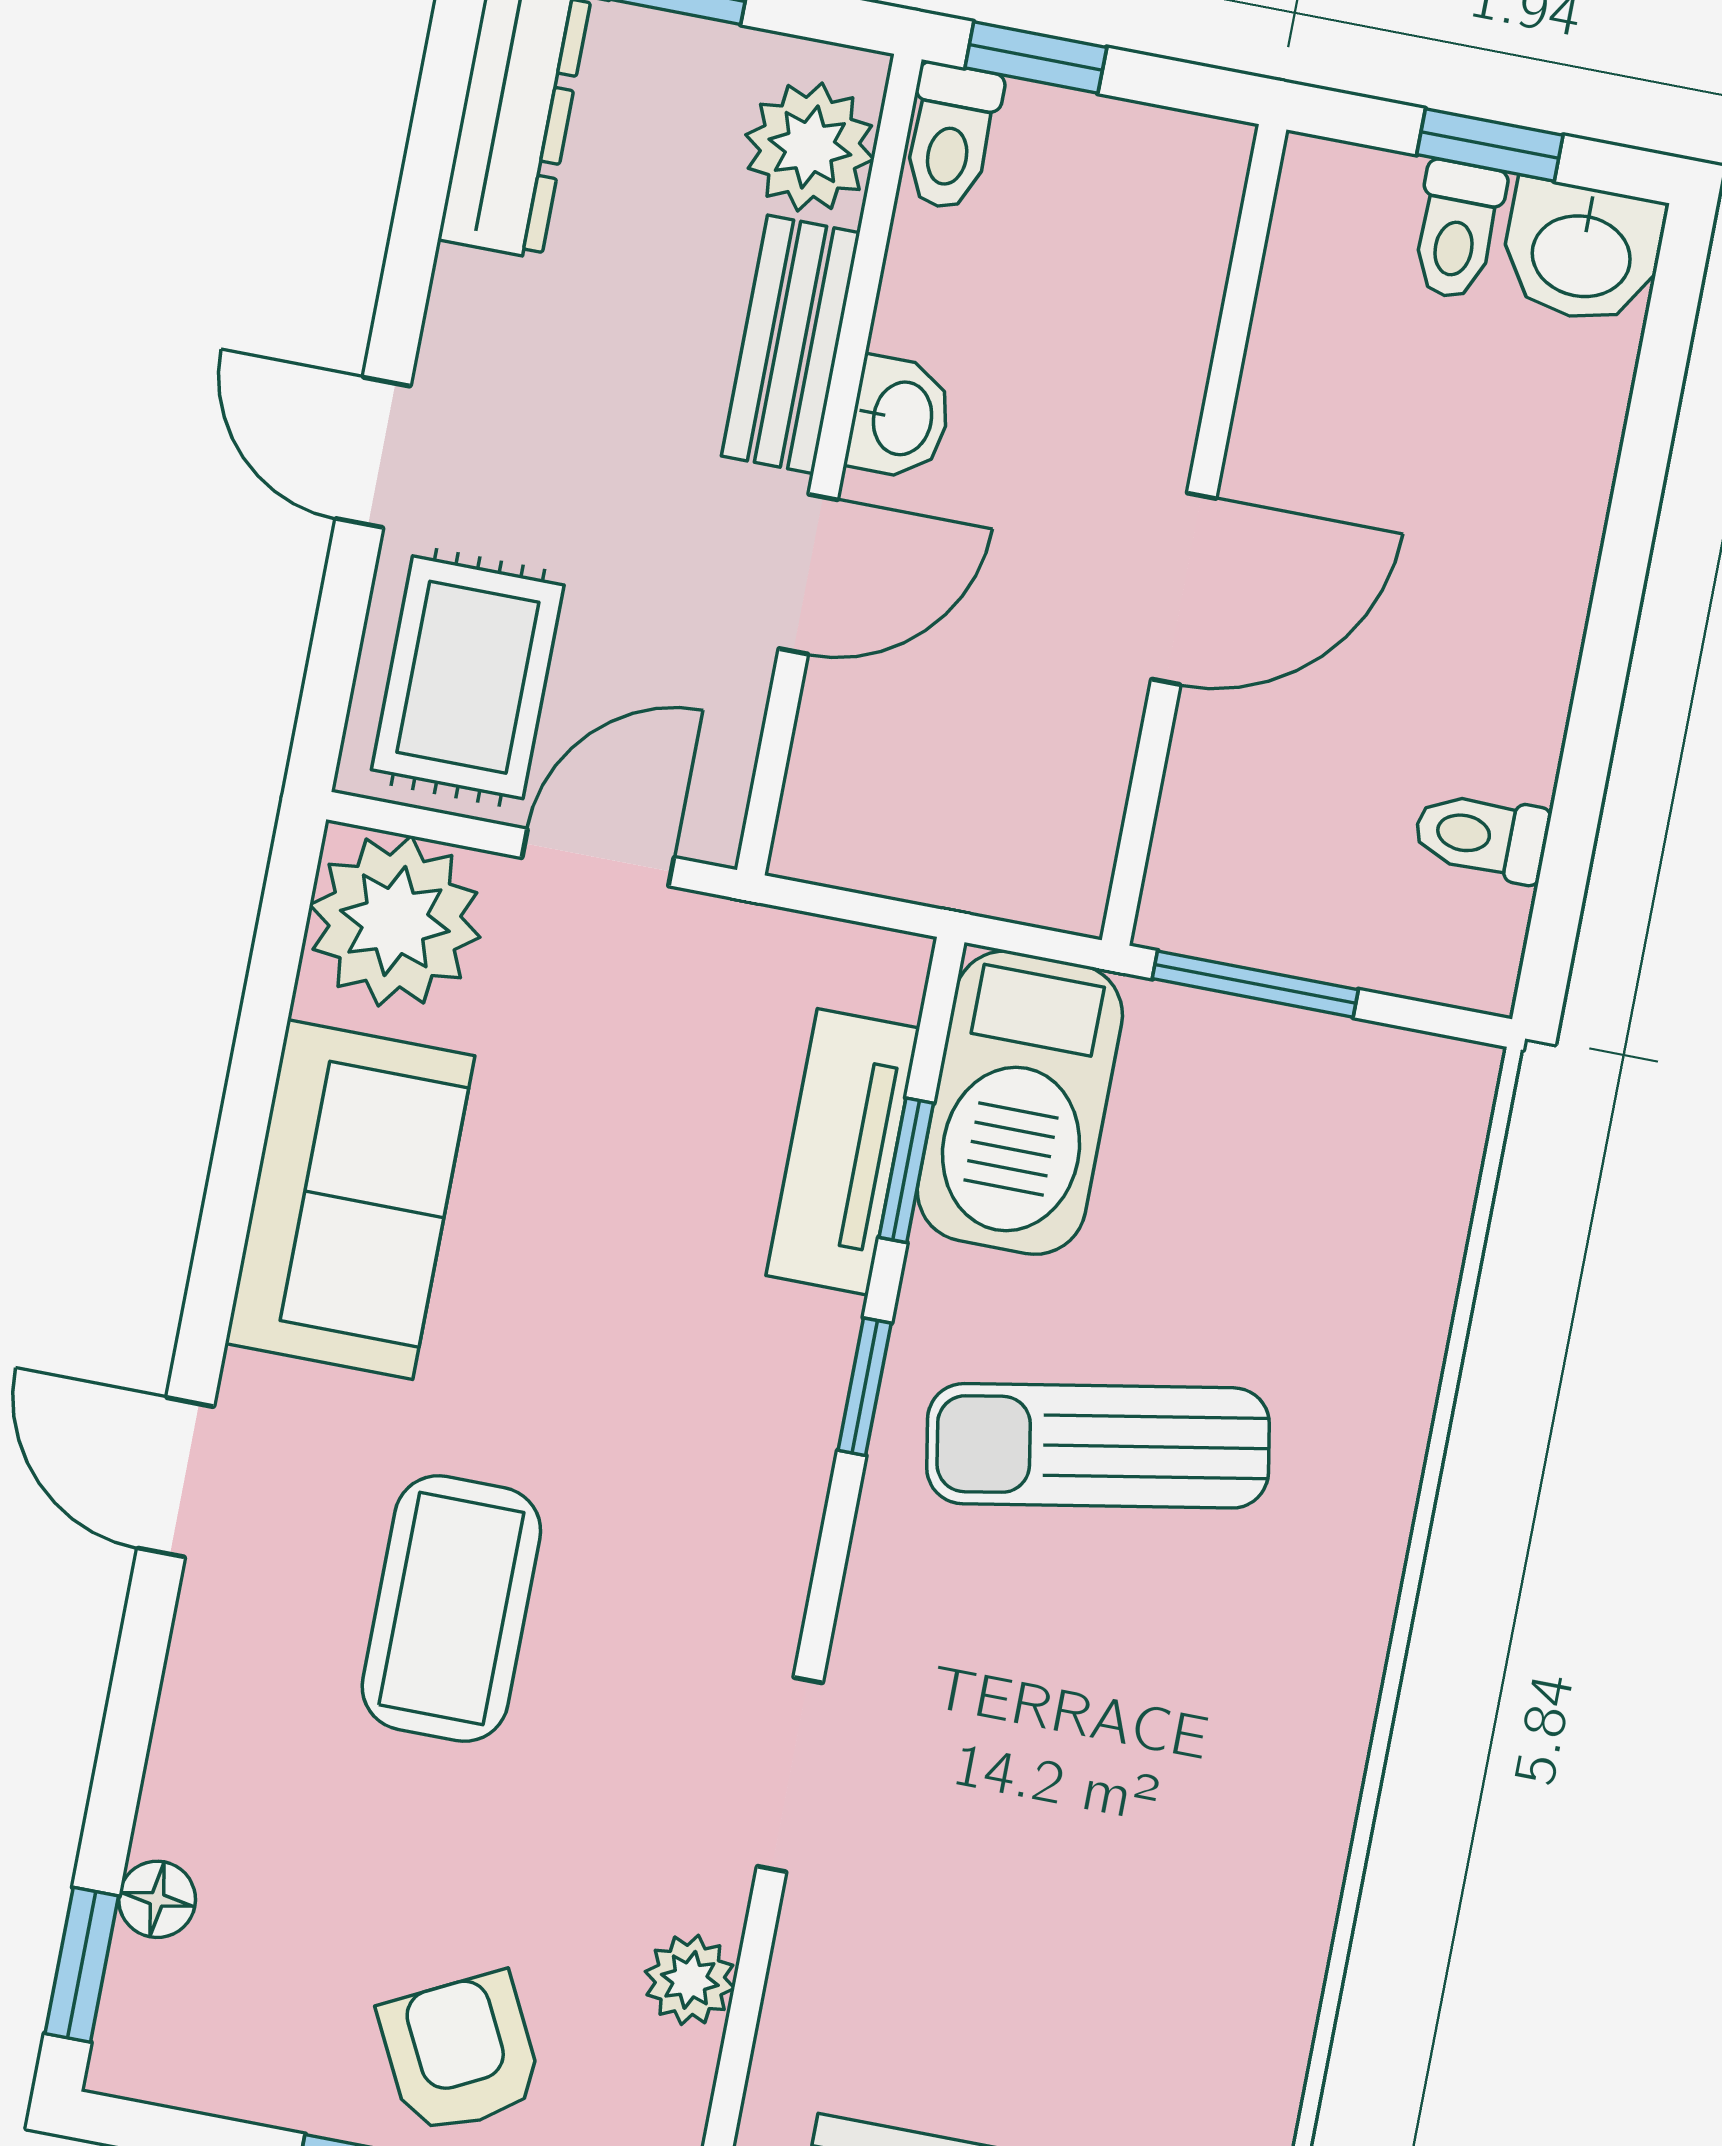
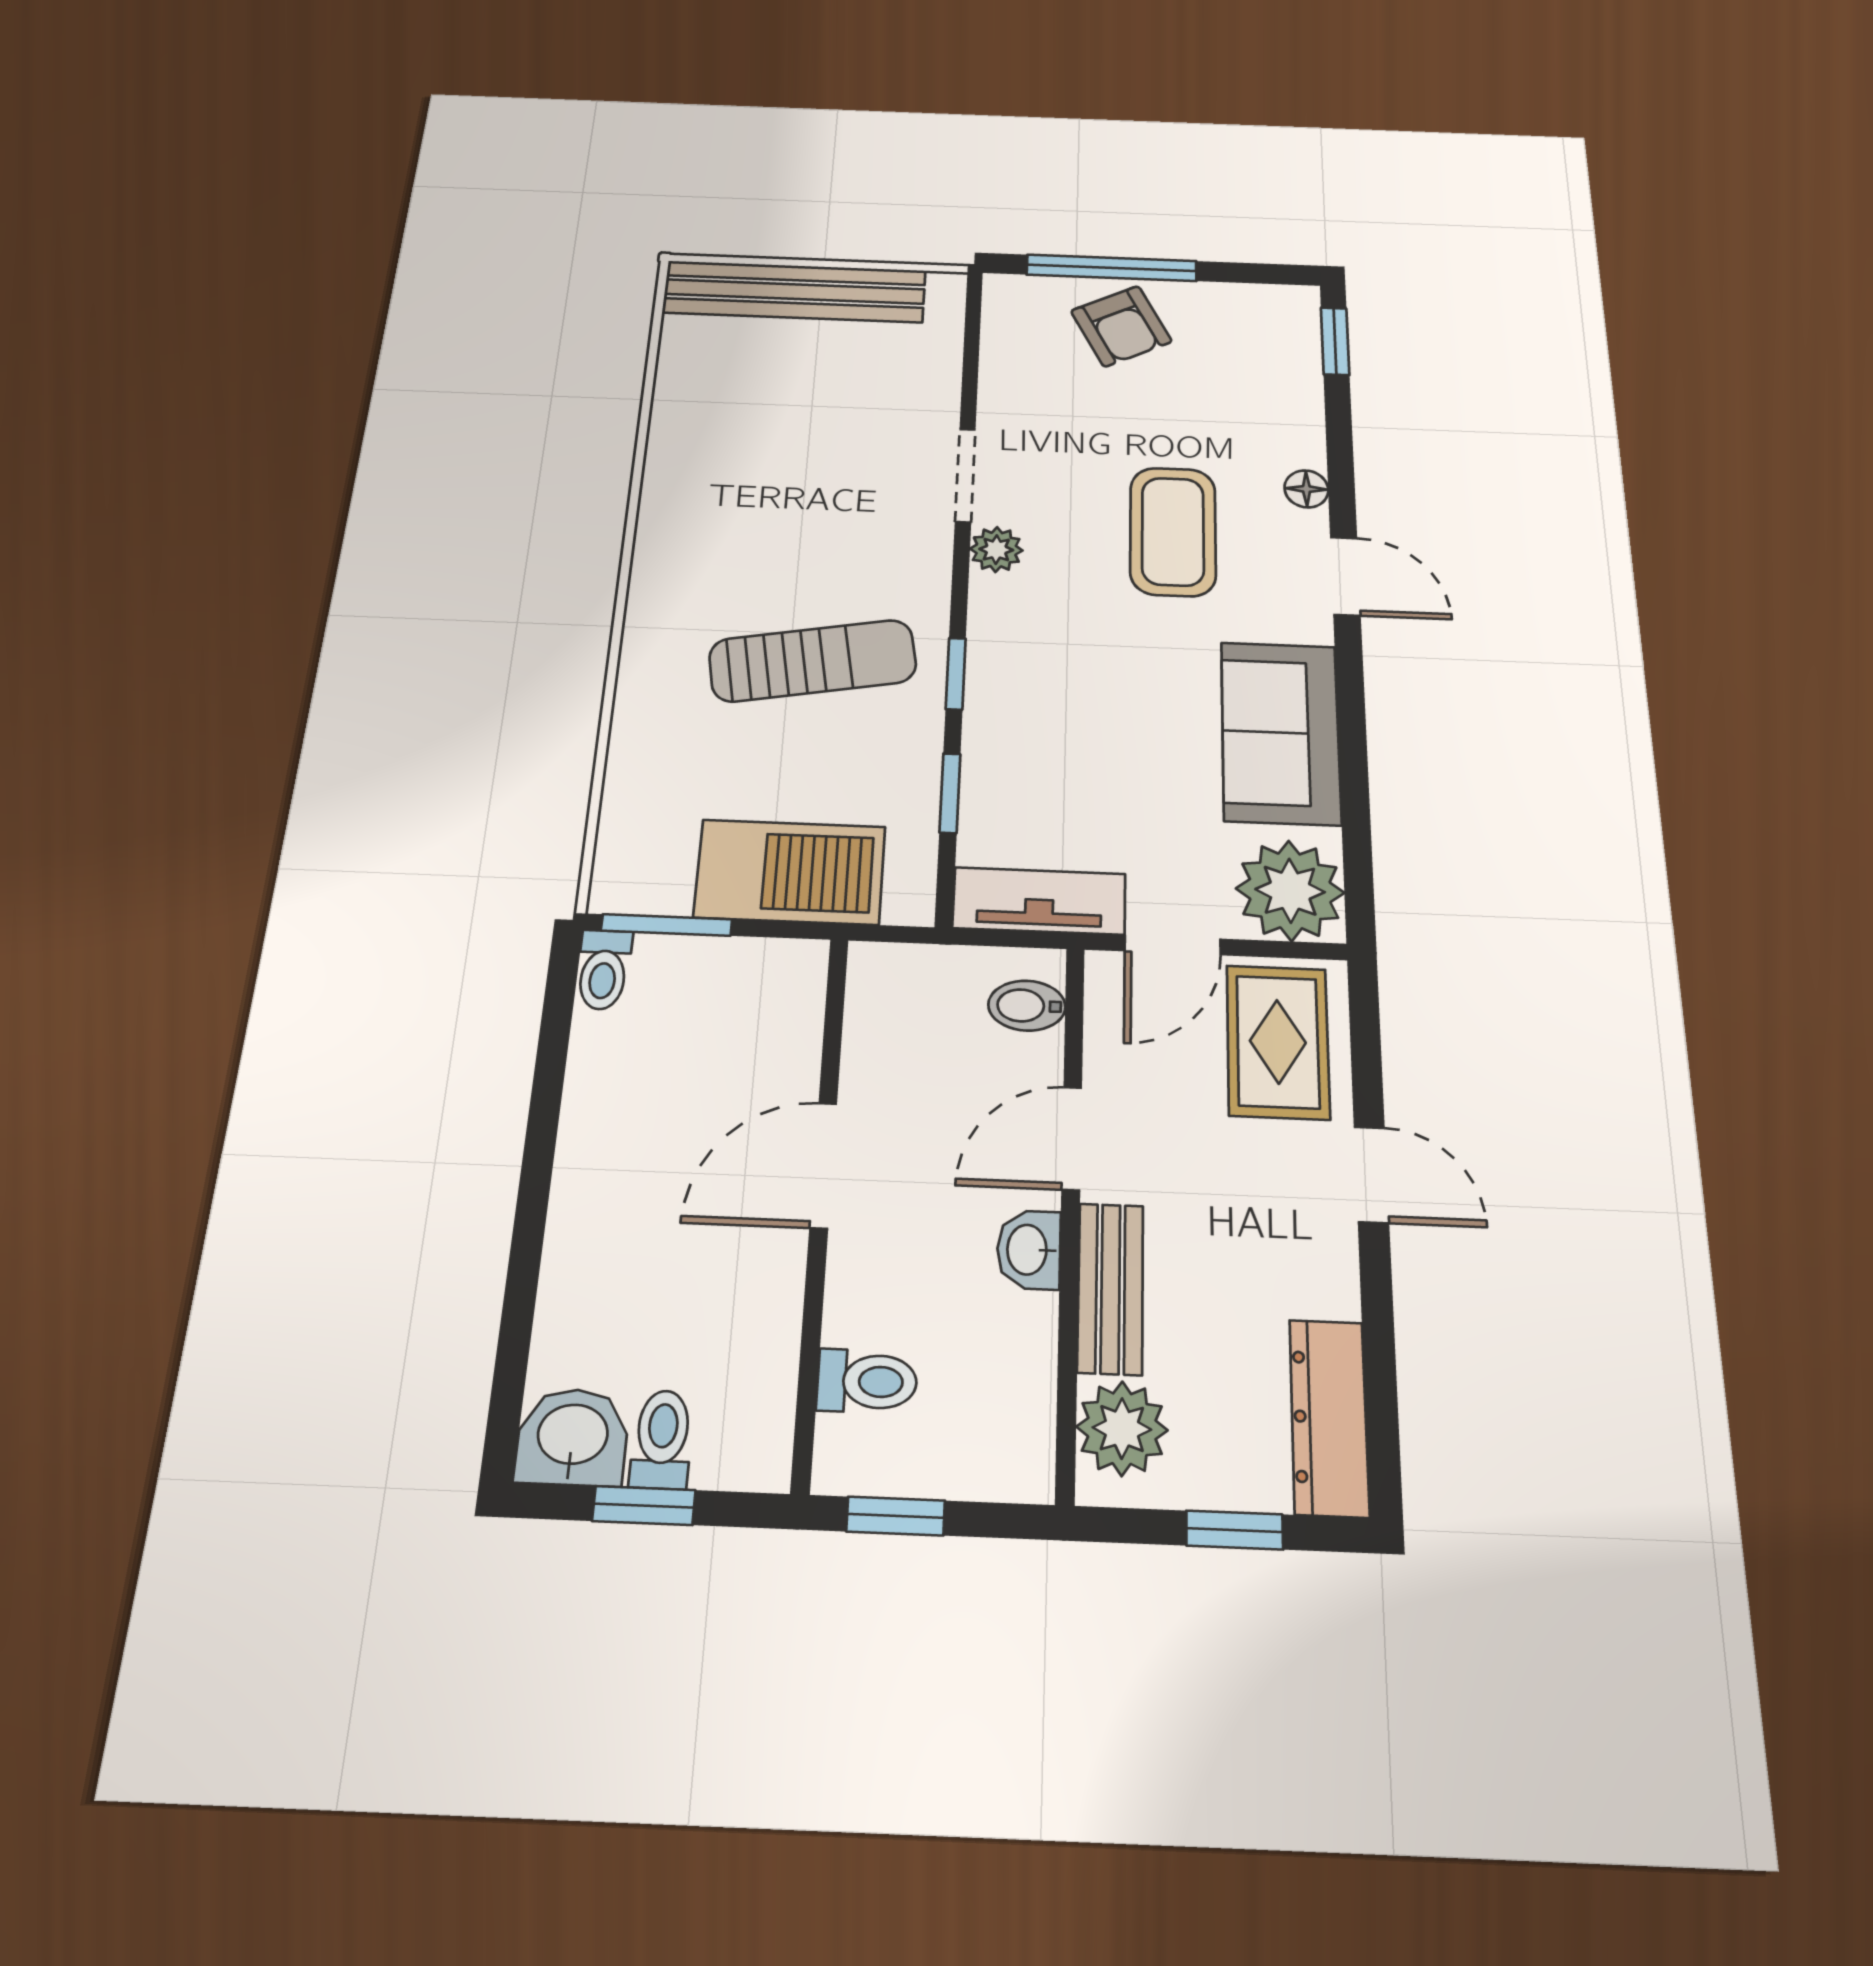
window: (1036, 58) -> (896, 1516), moved
toilet: (951, 137) -> (867, 1381), moved, turned 90
bidet: (841, 792) -> (1027, 1006), added
toilet: (1481, 836) -> (603, 970), moved, turned 90
window: (1255, 984) -> (667, 925), moved
barbecue: (1020, 1103) -> (790, 872), moved, turned 90
tv unit: (843, 1152) -> (1039, 901), moved, turned -90
floor lamp: (157, 1899) -> (1306, 489), moved
plant: (690, 1980) -> (996, 550), moved

